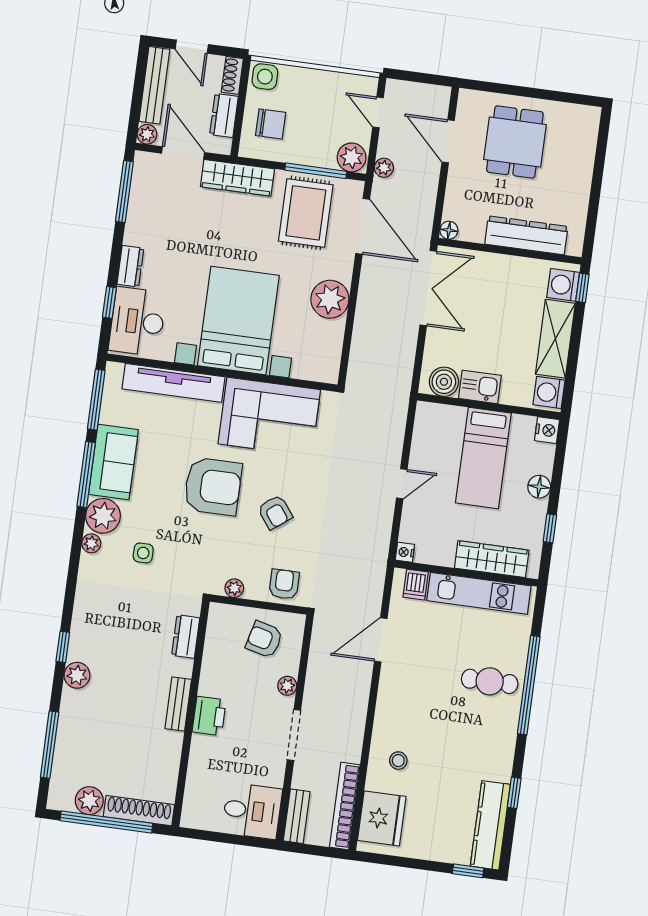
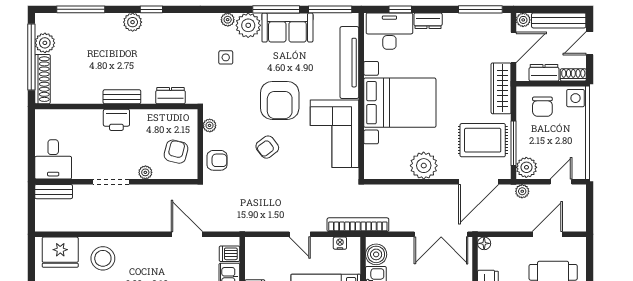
nightstand: (405, 552) -> (340, 243), moved
stool: (398, 761) -> (103, 258), width x1.89, depth x1.89
bookcase: (345, 806) -> (358, 225), moved

